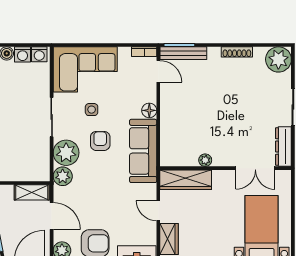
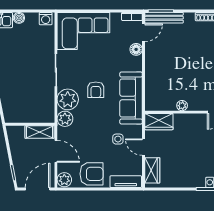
washing machine: (23, 54) -> (32, 19), removed
door: (158, 71) -> (143, 33), hinge flipped
side table: (92, 110) -> (118, 139), moved
floor lamp: (149, 110) -> (136, 49), moved
armchair: (100, 141) -> (96, 90), turned 180
wardrobe: (186, 180) -> (159, 122), width x0.67

